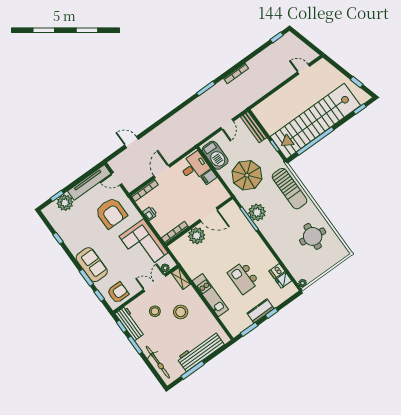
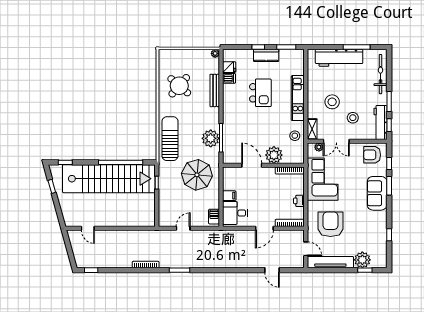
bench: (254, 127) -> (215, 90), moved
barbecue: (215, 155) -> (214, 217), width x0.53, depth x0.65
round table: (313, 236) -> (179, 86), turned 33
stool: (191, 263) -> (295, 136), added

